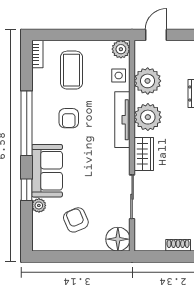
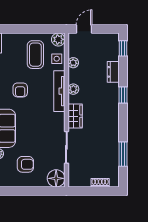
coffee table: (71, 70) -> (35, 55), moved
plant: (148, 81) -> (73, 63), width x0.53, depth x0.53
plant: (148, 117) -> (73, 89), width x0.53, depth x0.53
armchair: (76, 220) -> (25, 164), turned 113

